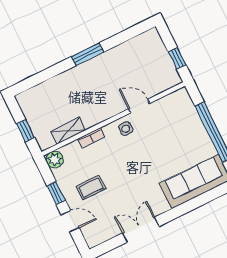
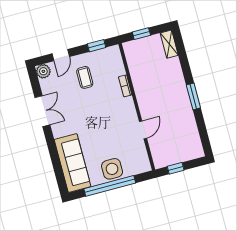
side table: (126, 129) -> (112, 169), moved, width x1.87, depth x1.87
shelving: (68, 131) -> (169, 44), moved
plant: (55, 159) -> (43, 71), moved
window: (56, 193) -> (97, 46), moved

